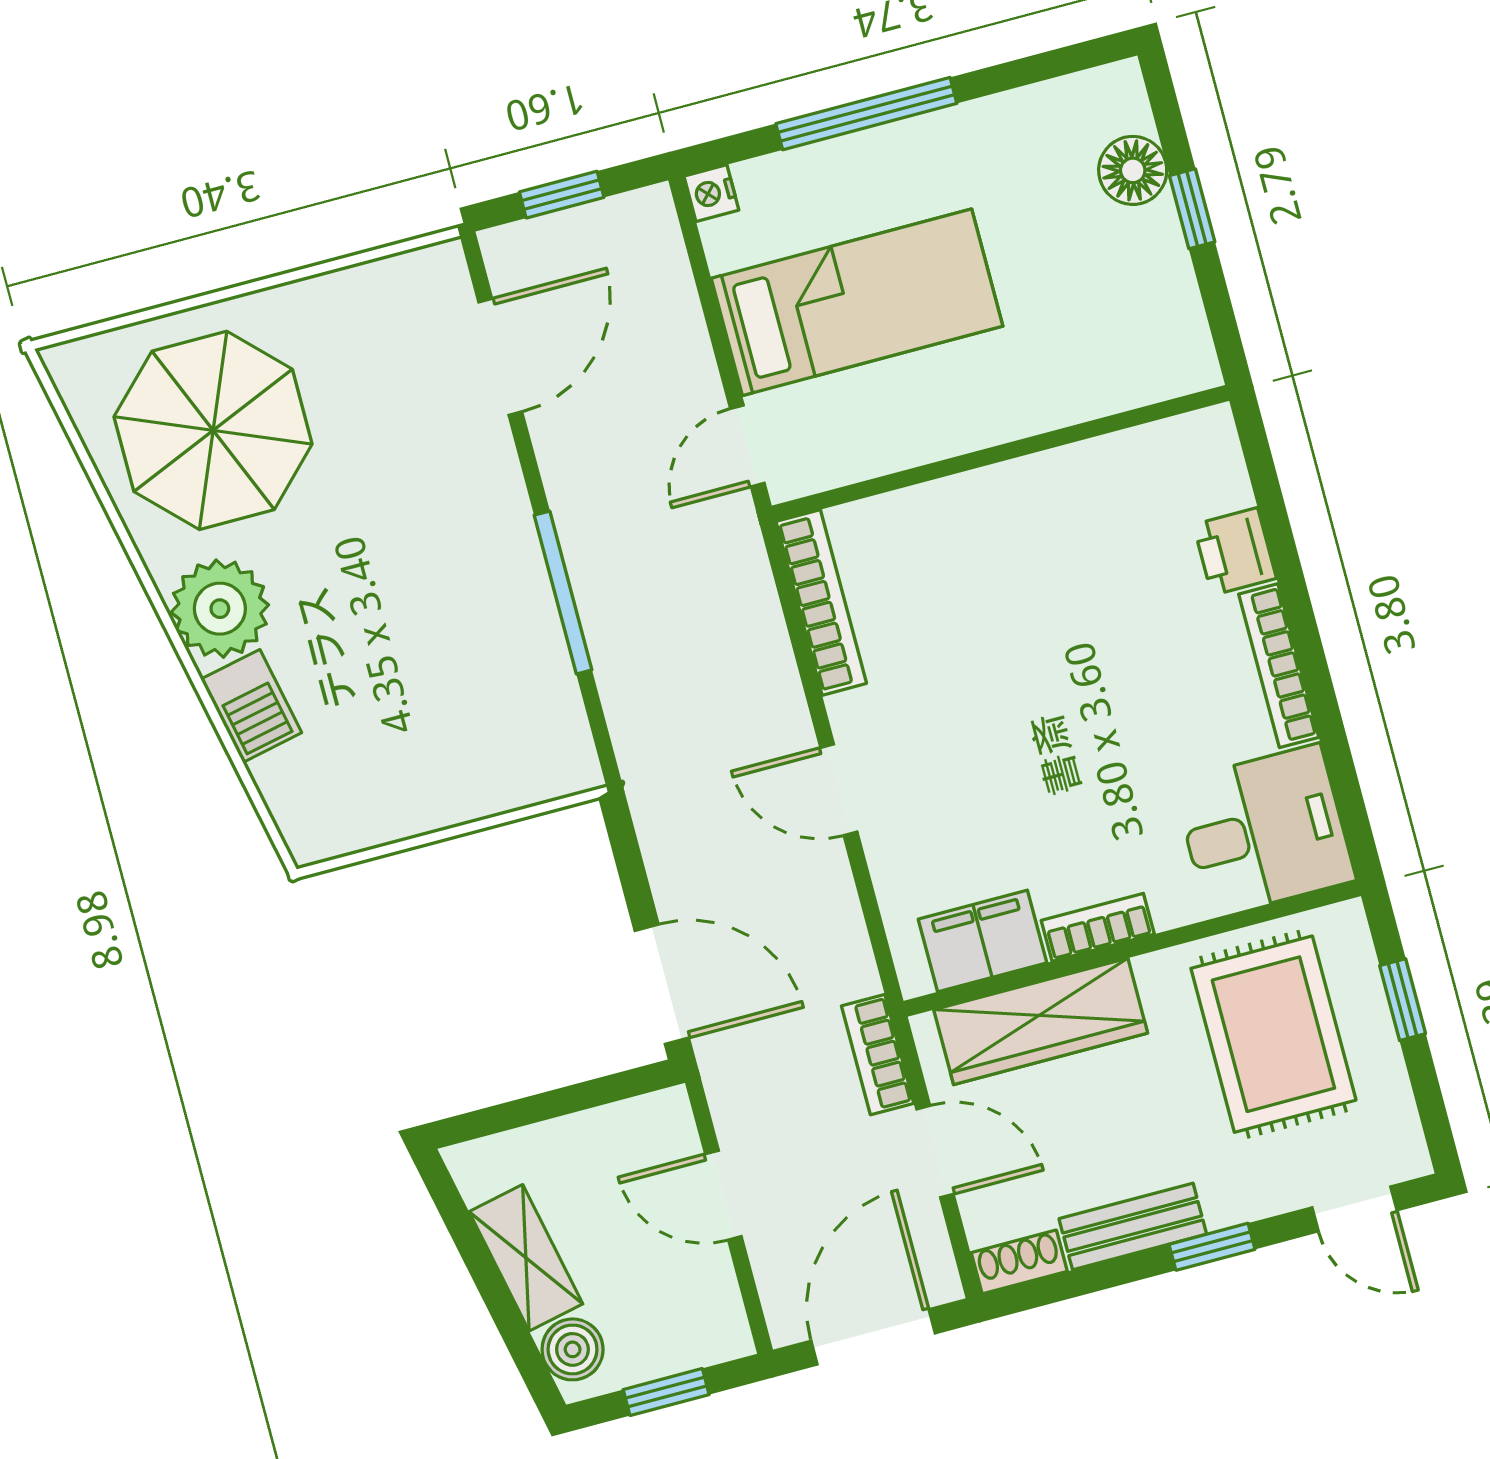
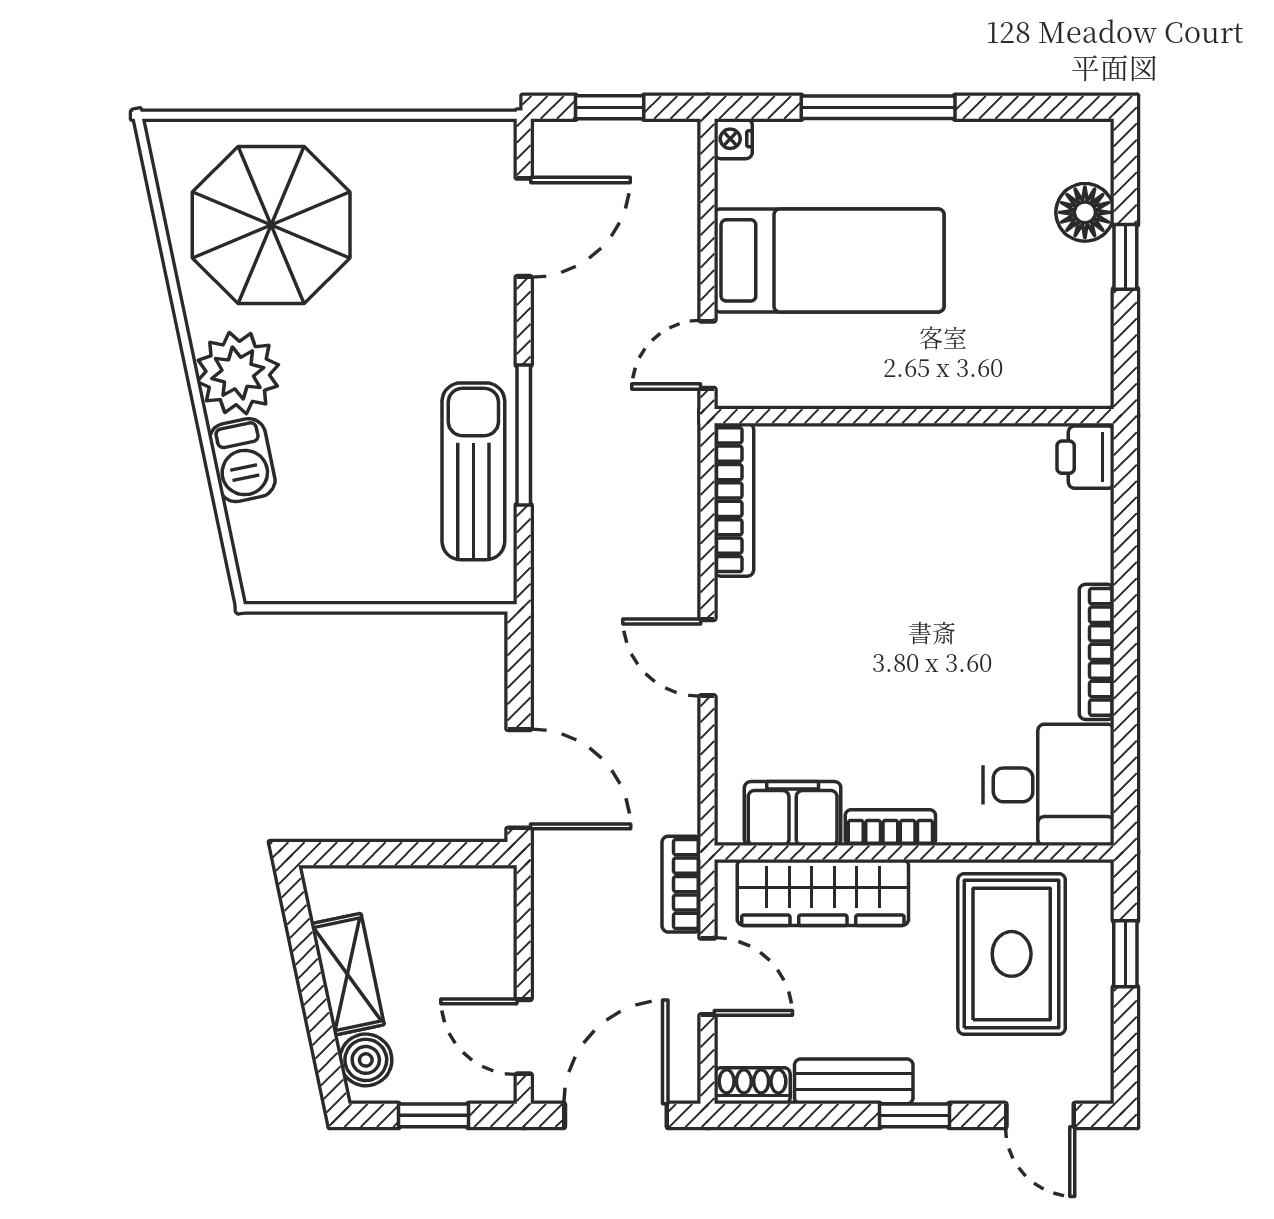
printer: (1235, 552) -> (1086, 457), moved
sun lounger: (517, 649) -> (473, 471), added
door: (723, 1195) -> (524, 1037), moved

